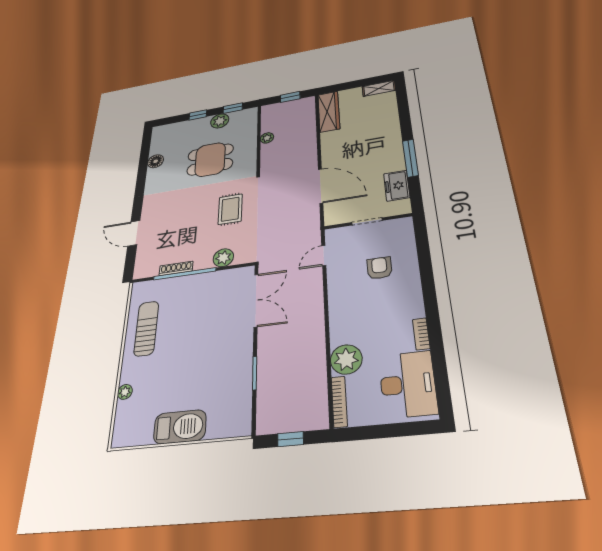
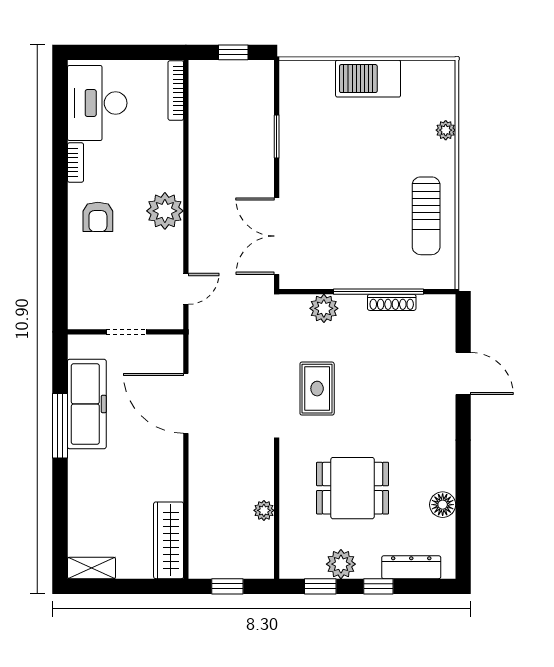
dresser: (178, 128) -> (411, 567), added
freezer: (397, 186) -> (87, 404), width x1.91, depth x1.26
armchair: (379, 268) -> (98, 217), moved
plant: (346, 359) -> (165, 211), moved

